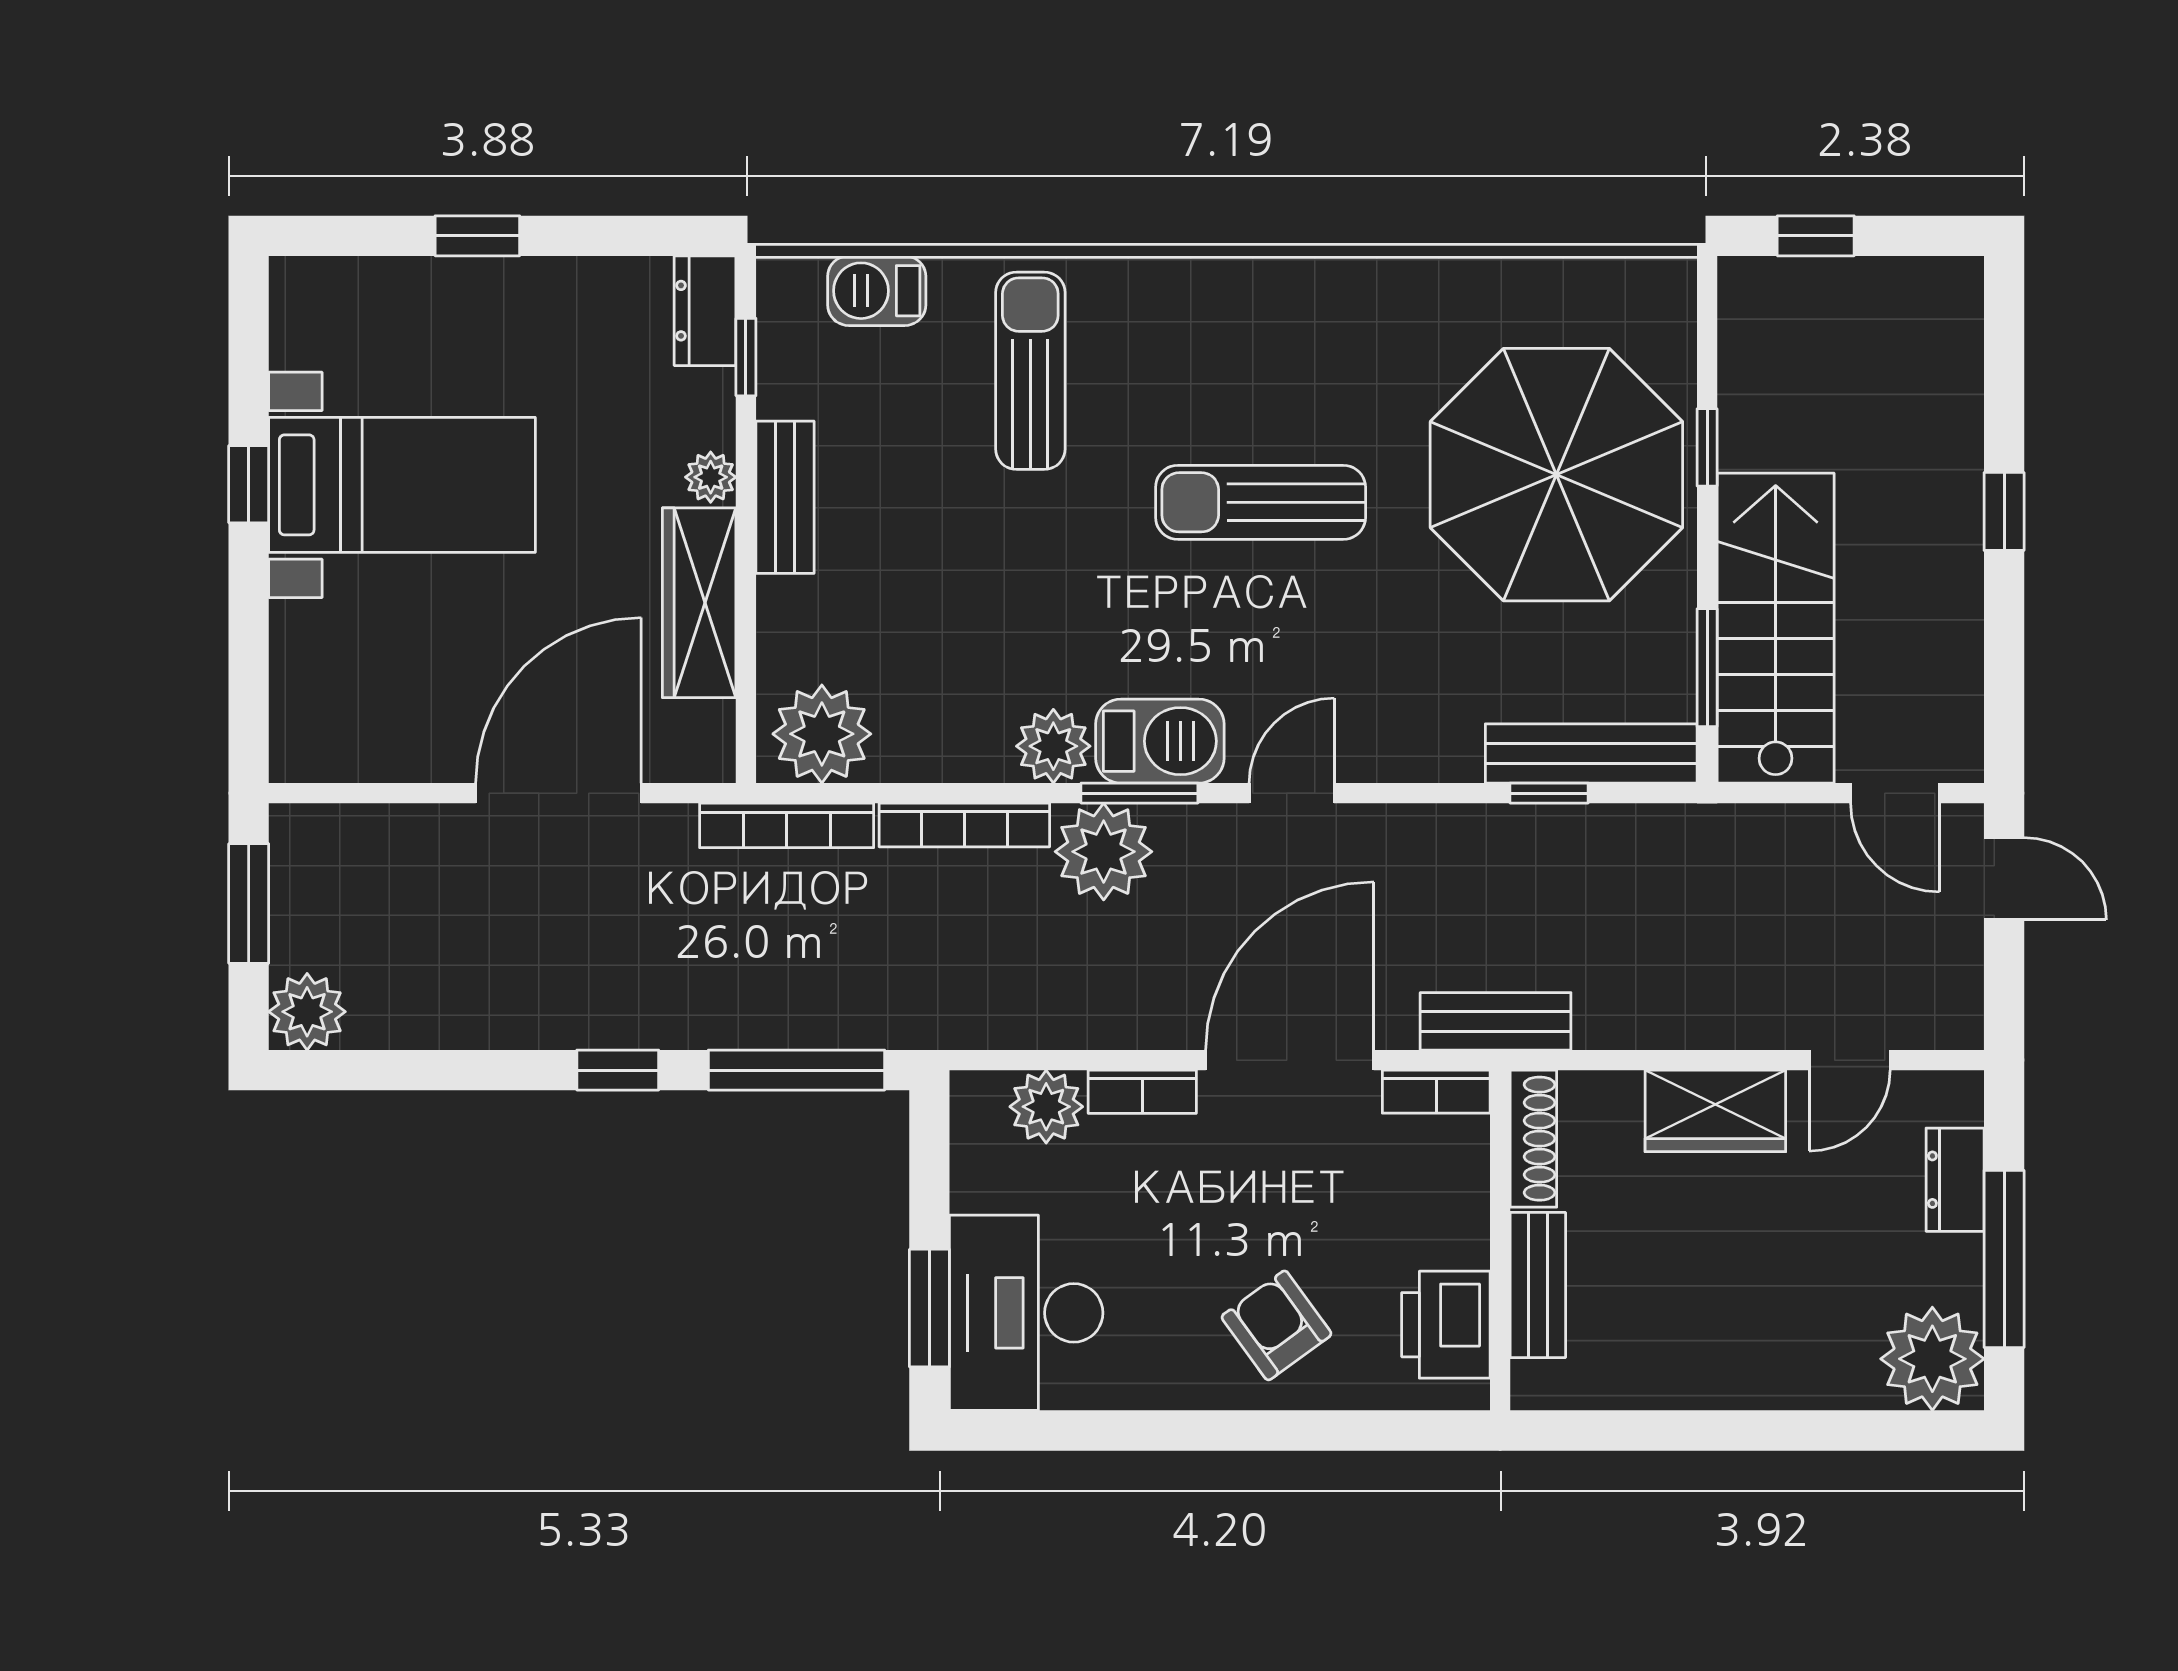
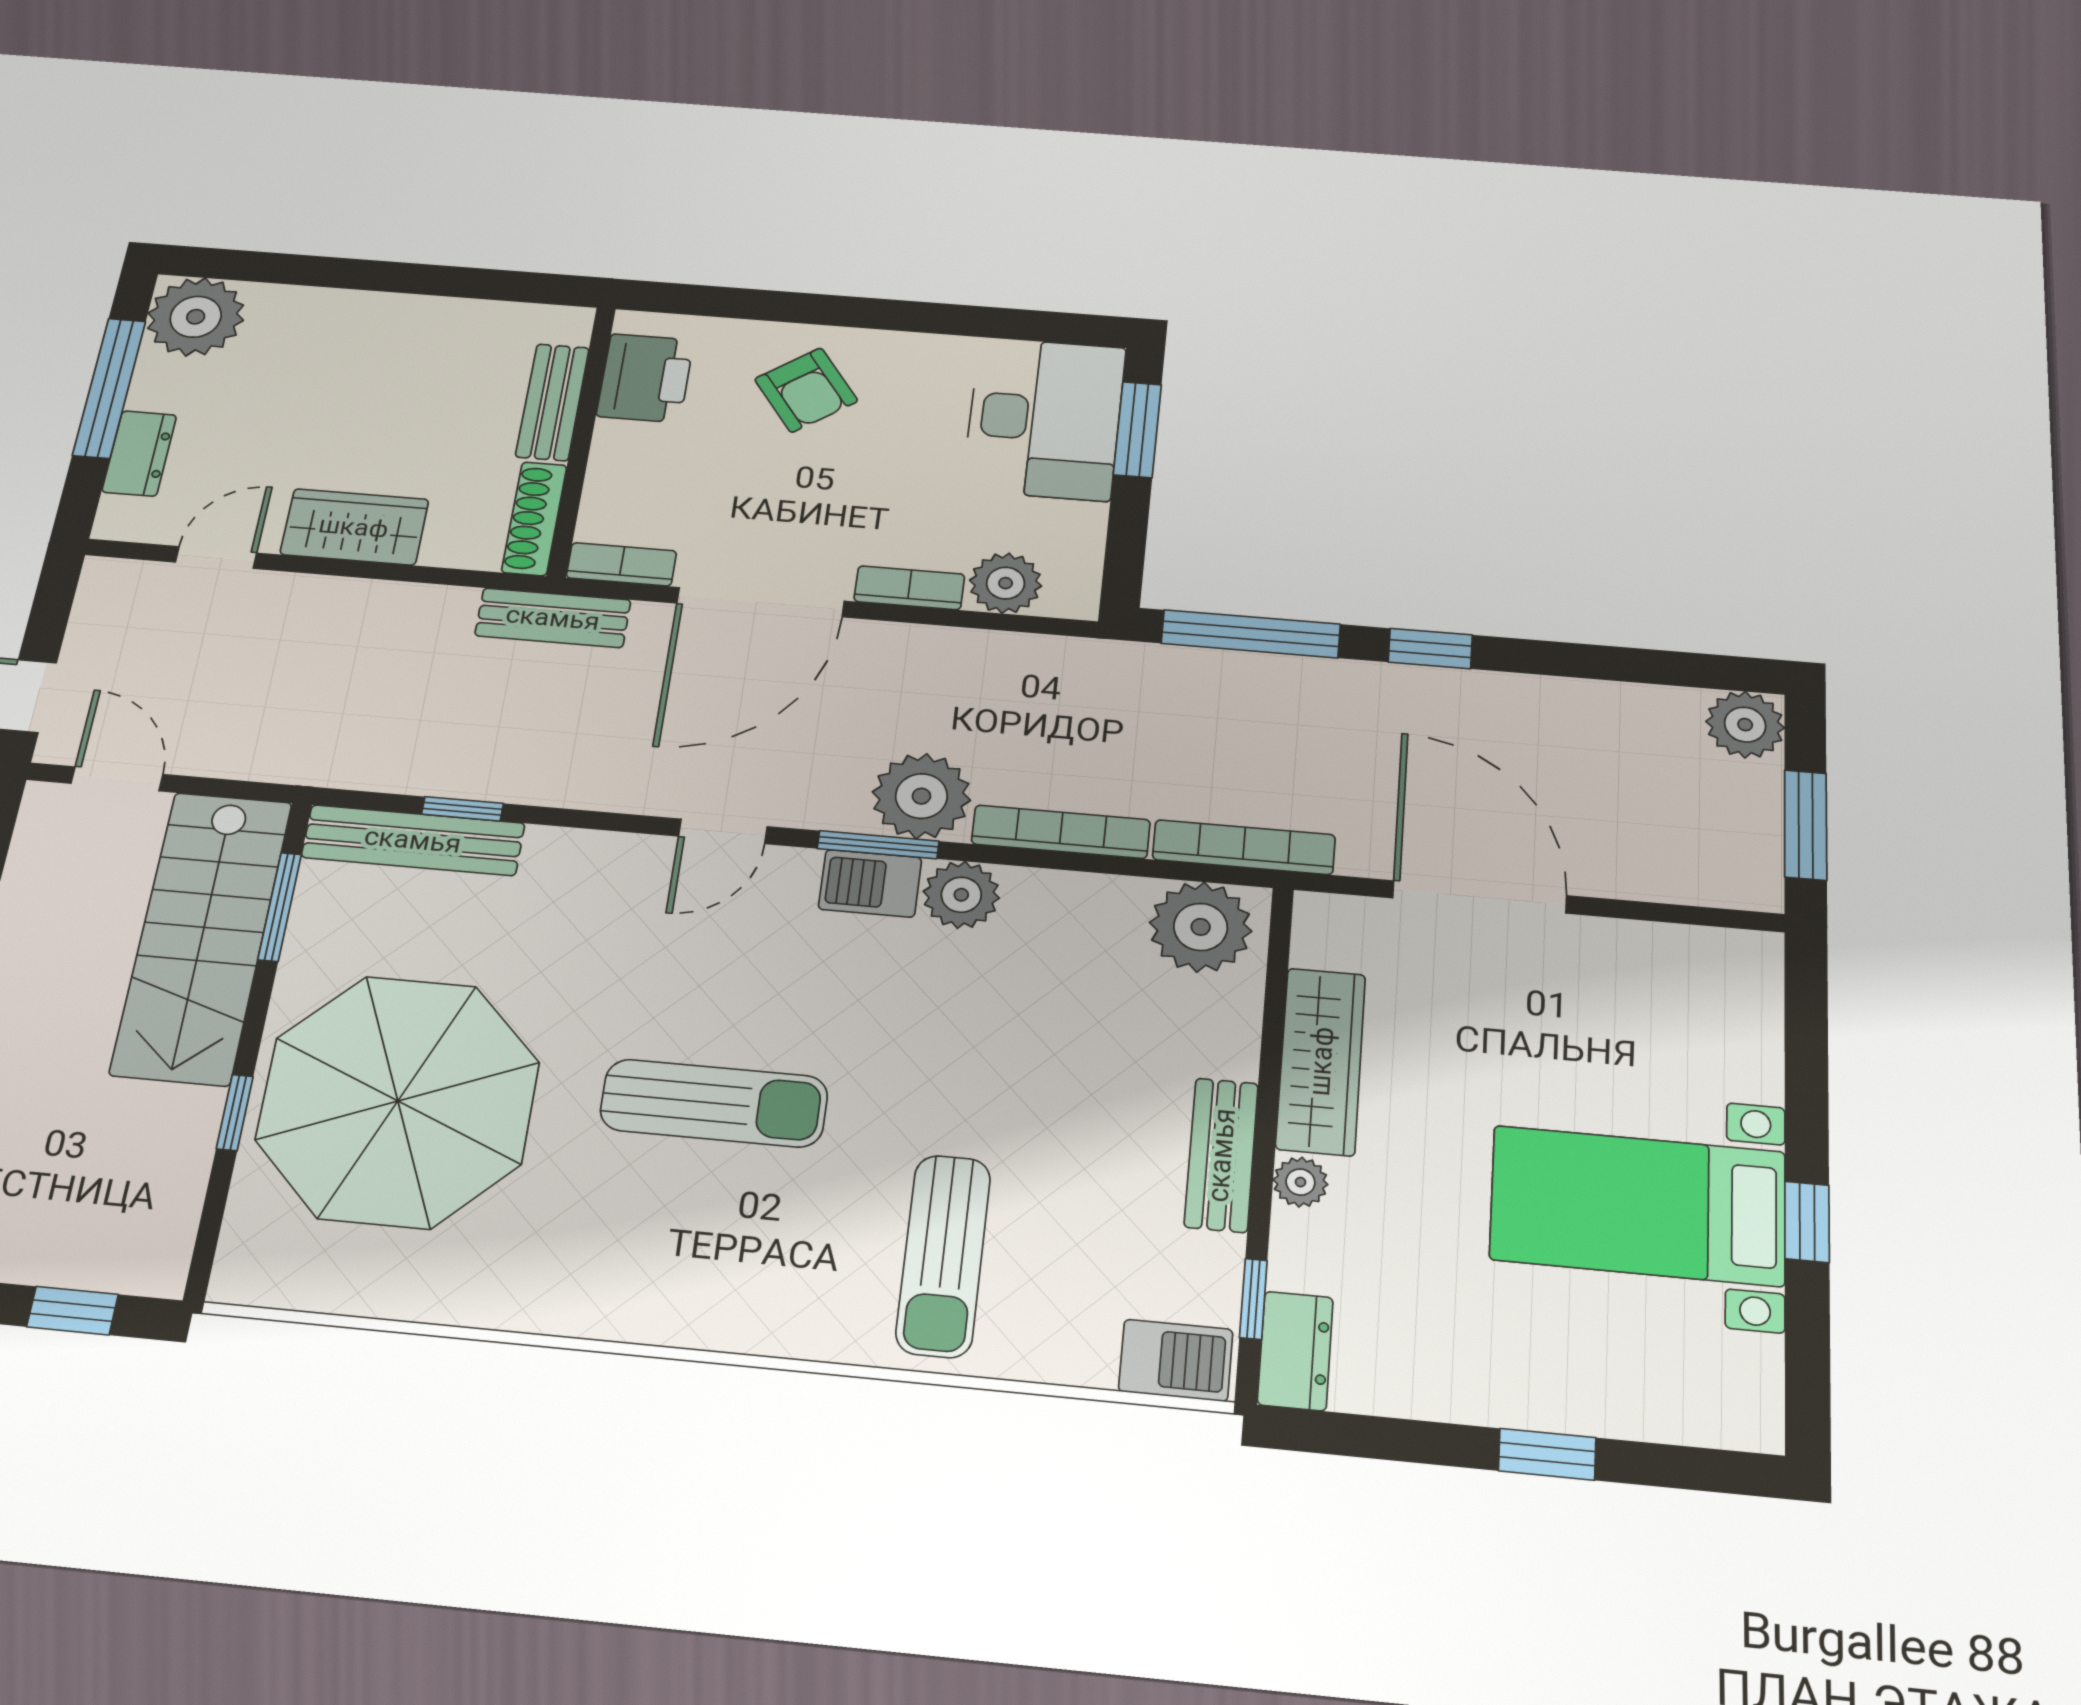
barbecue: (877, 291) -> (1176, 1360), moved
barbecue: (1160, 741) -> (870, 883), width x0.73, depth x0.79
door: (558, 793) -> (1479, 897), swing flipped

